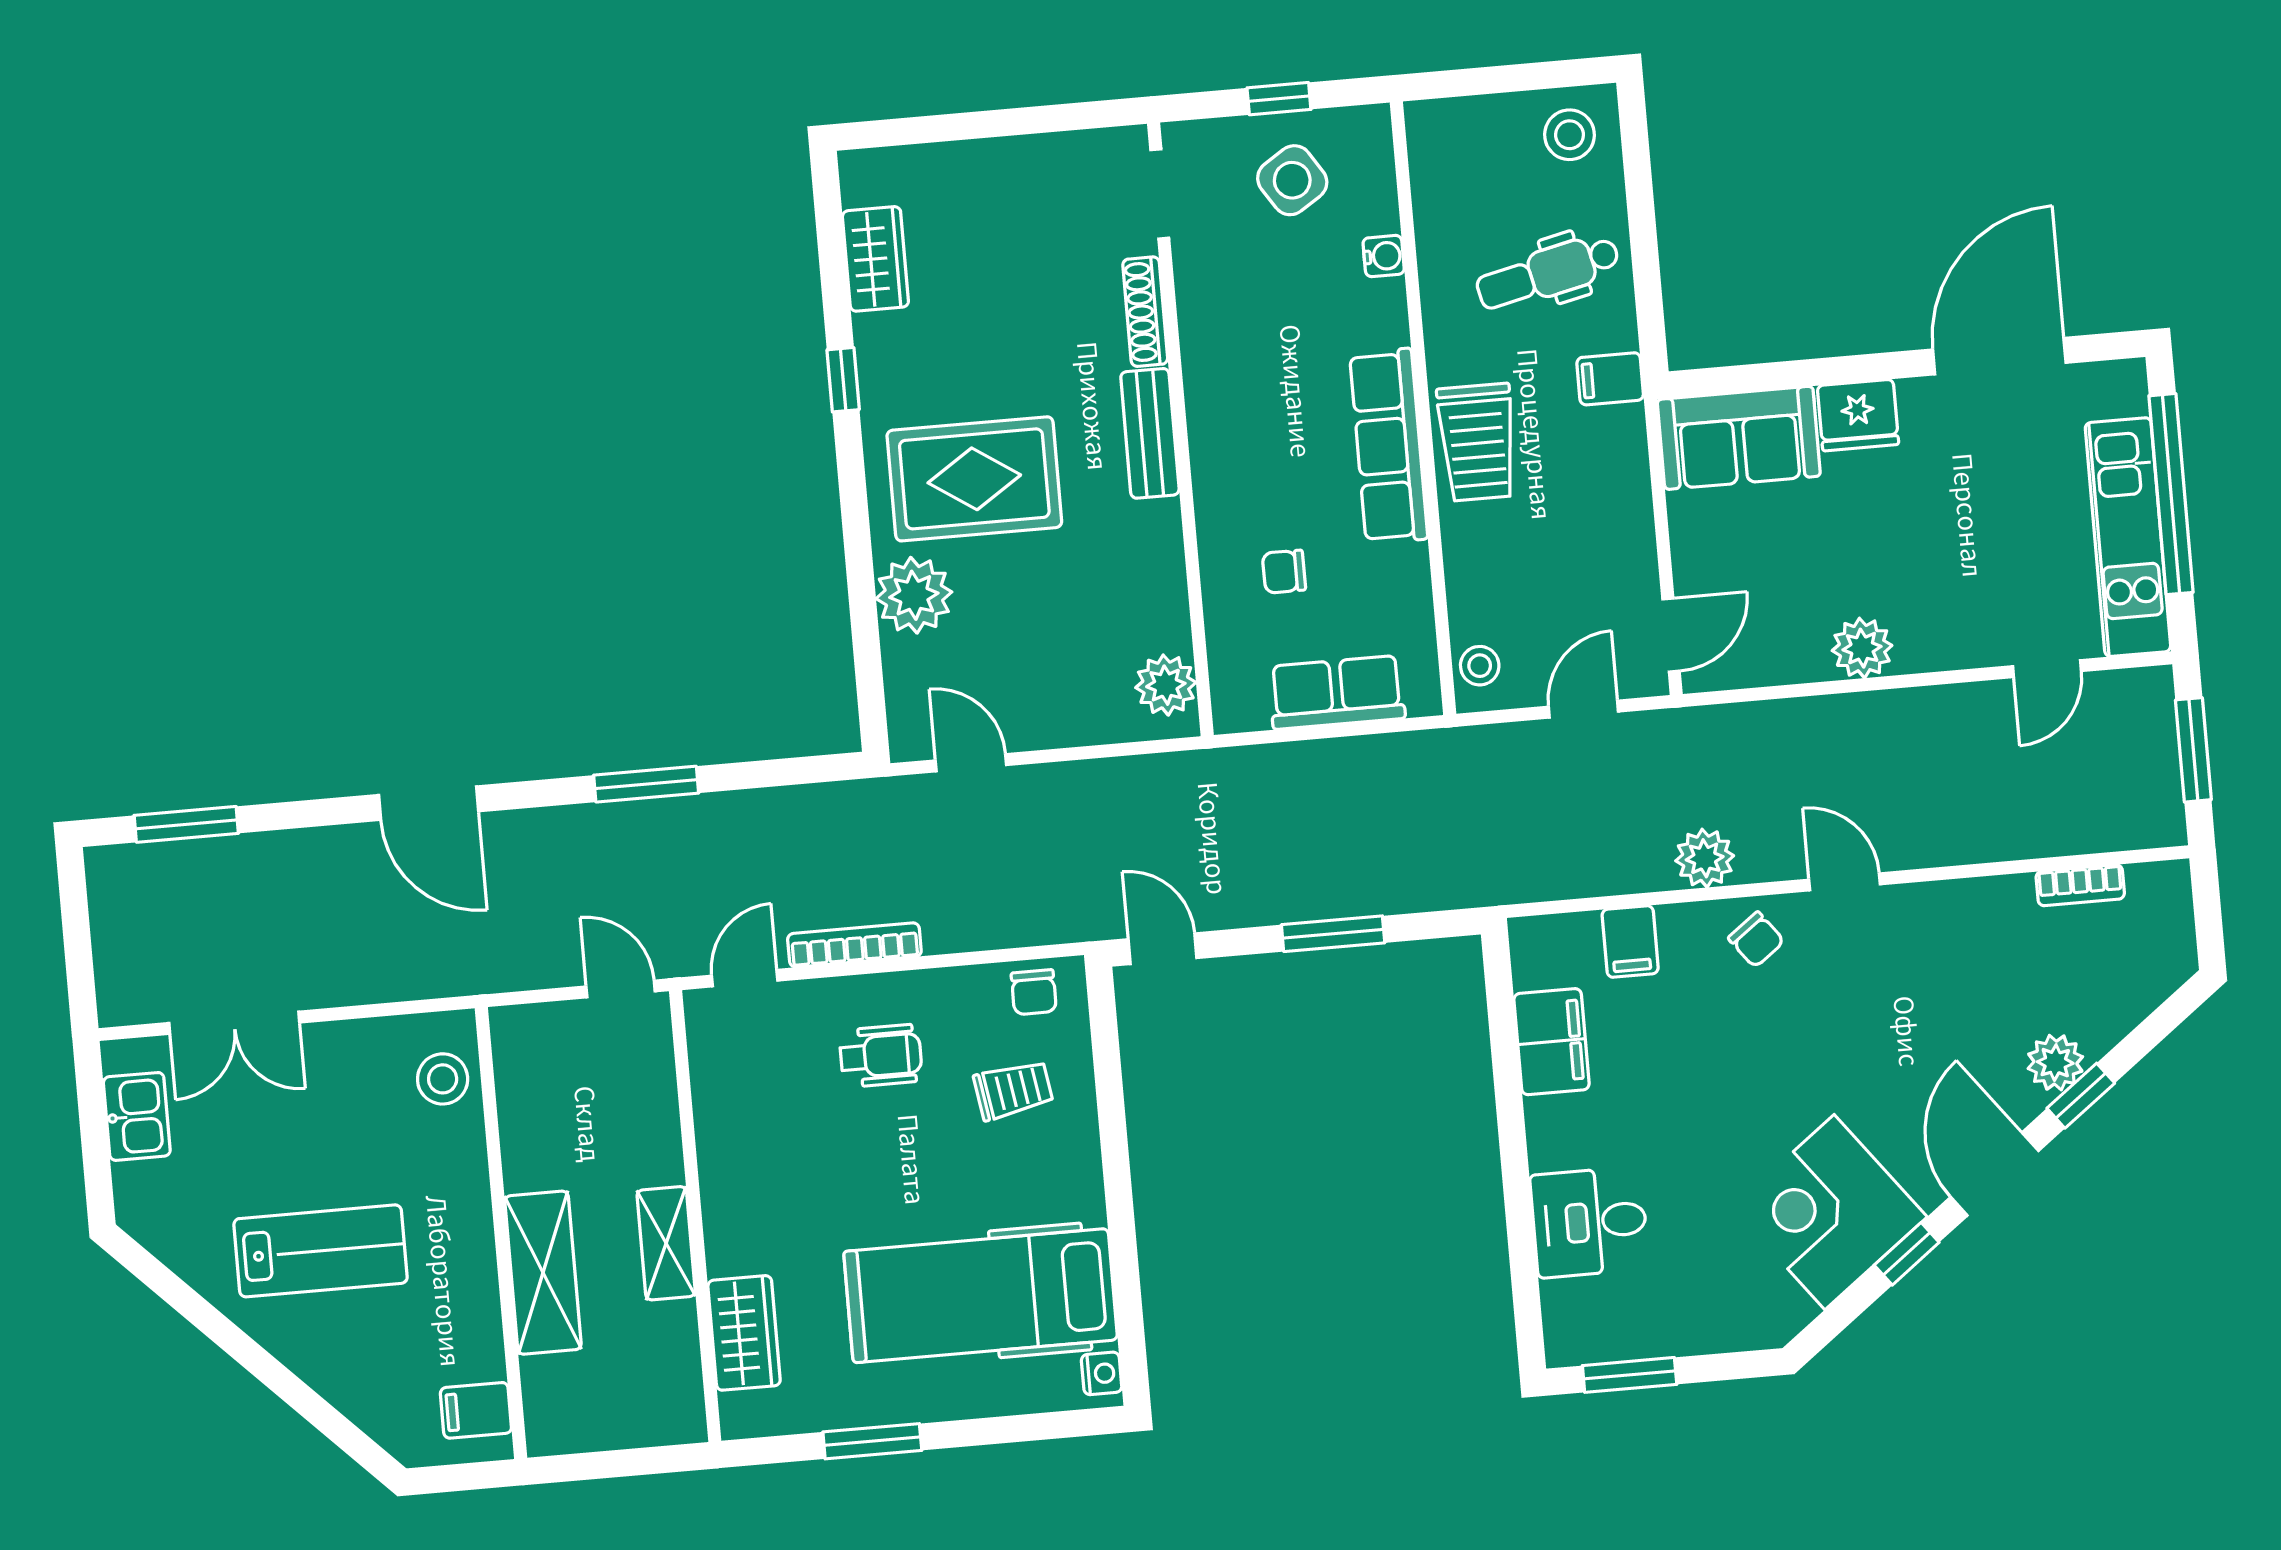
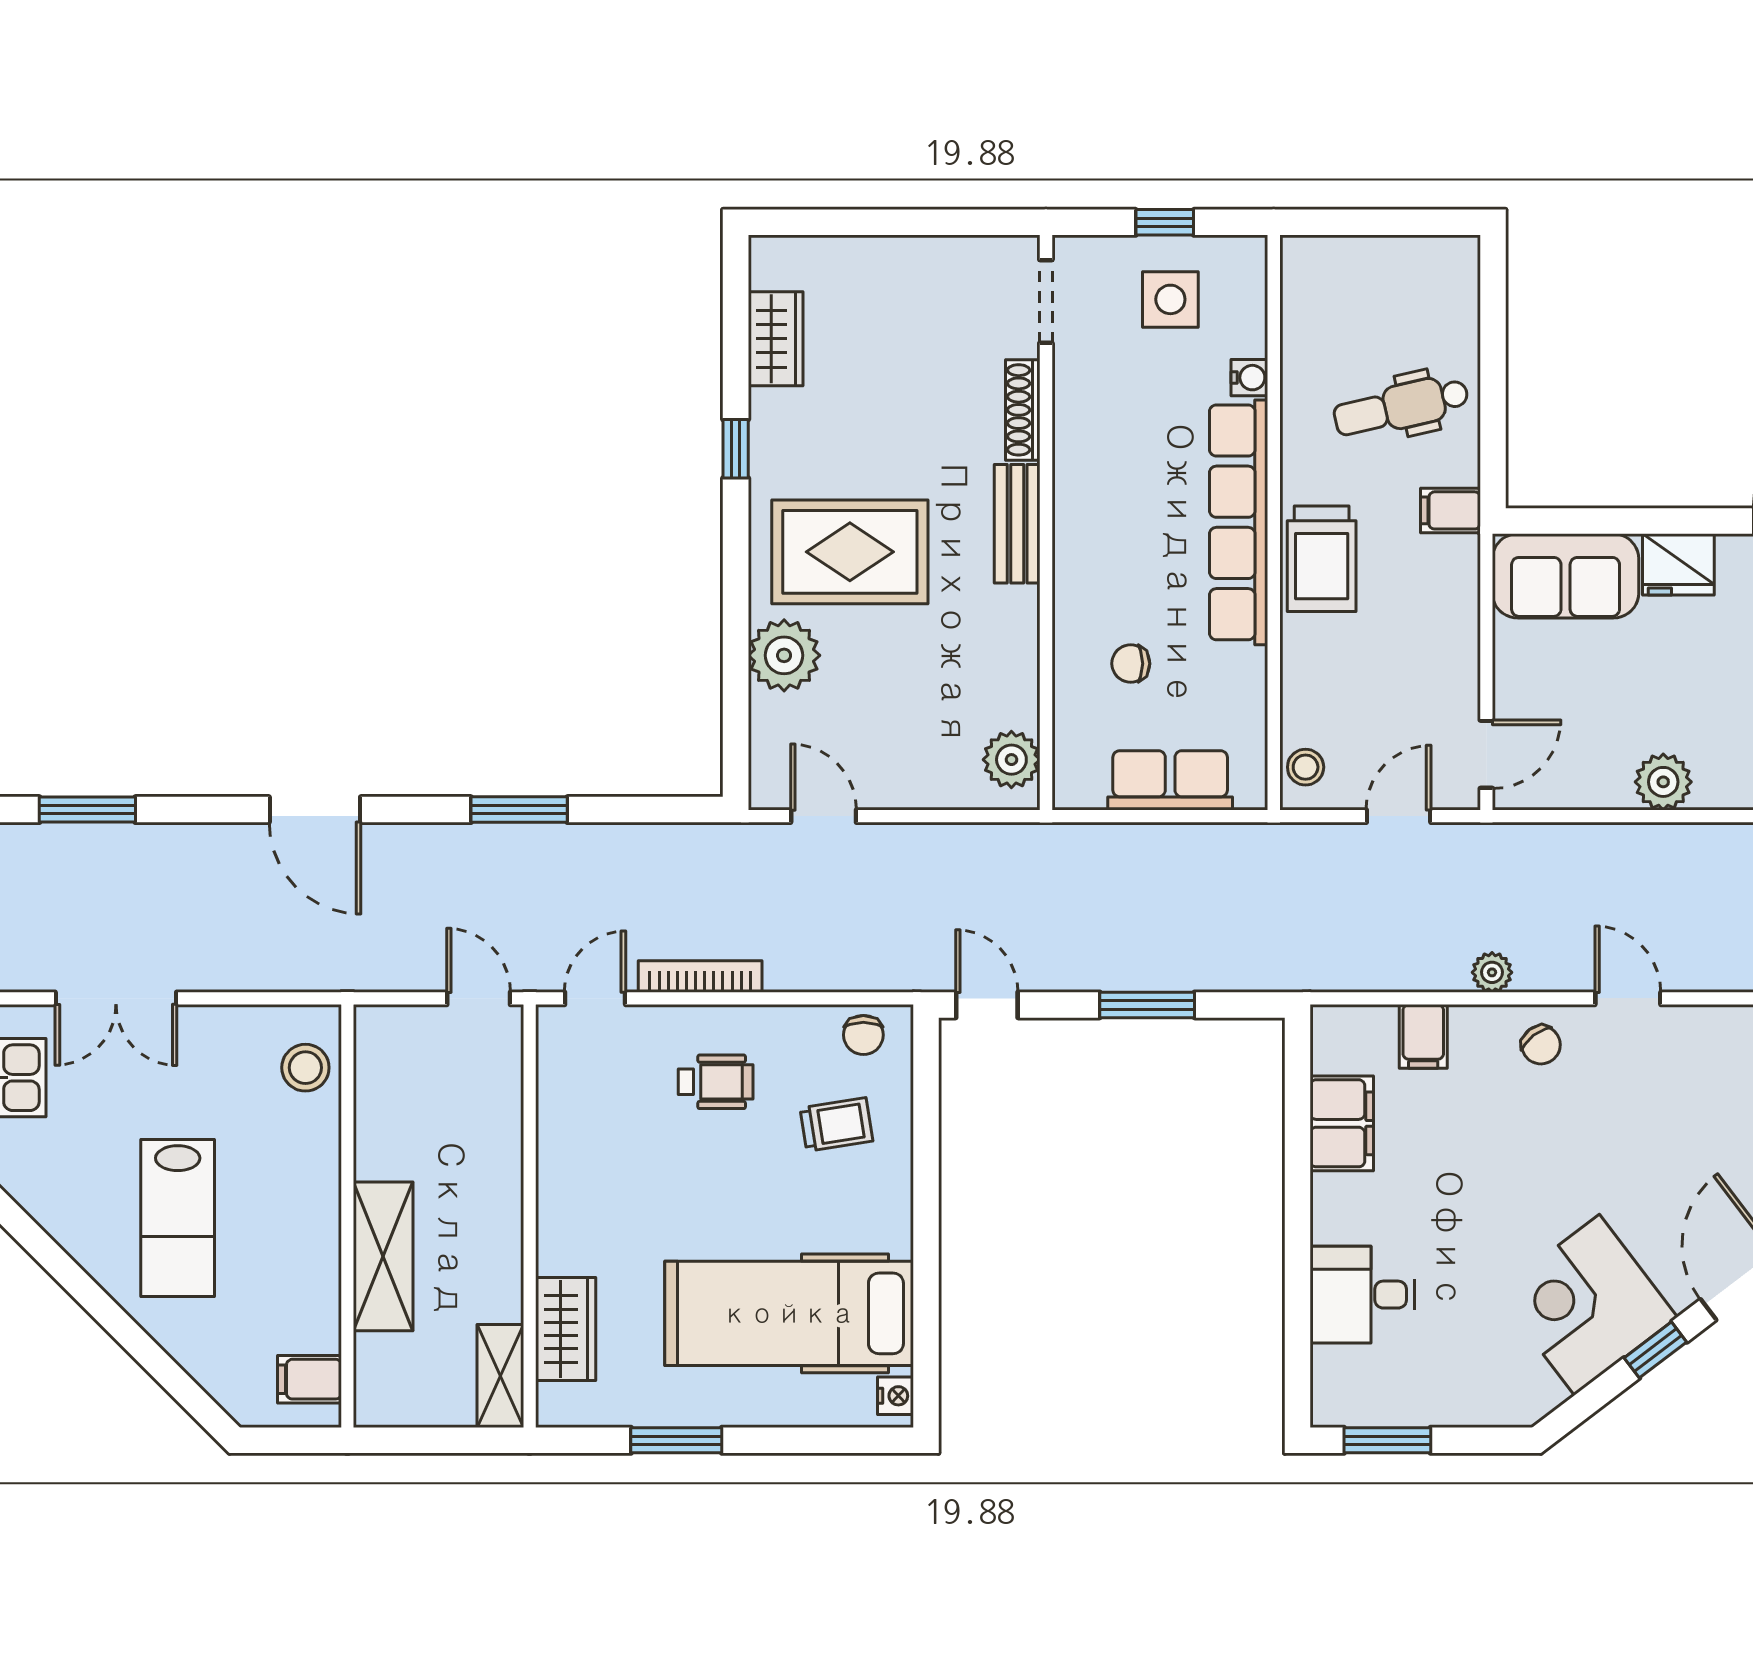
stool: (1570, 135) -> (1433, 280), removed
side table: (1292, 180) -> (1170, 299), turned 33
row of seats: (1389, 446) -> (1239, 522), width x1.36
plant: (1705, 858) -> (1492, 972), width x0.73, depth x0.73
shelving: (666, 1243) -> (500, 1376), moved
lab bench: (321, 1251) -> (178, 1218), turned 90

